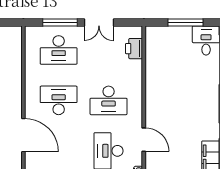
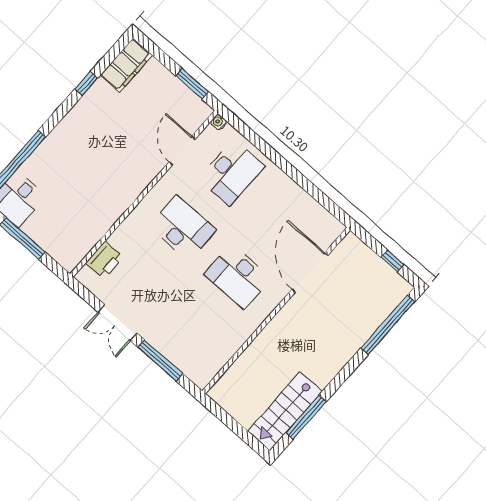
double door: (99, 23) -> (118, 323), swing flipped
desk: (59, 50) -> (188, 332), removed

